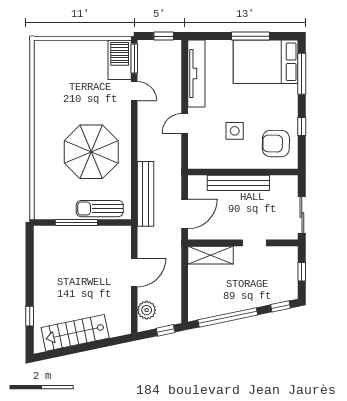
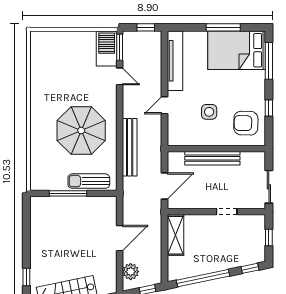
bench: (146, 194) -> (130, 147), moved
shelving: (210, 255) -> (175, 235), moved, turned 90

